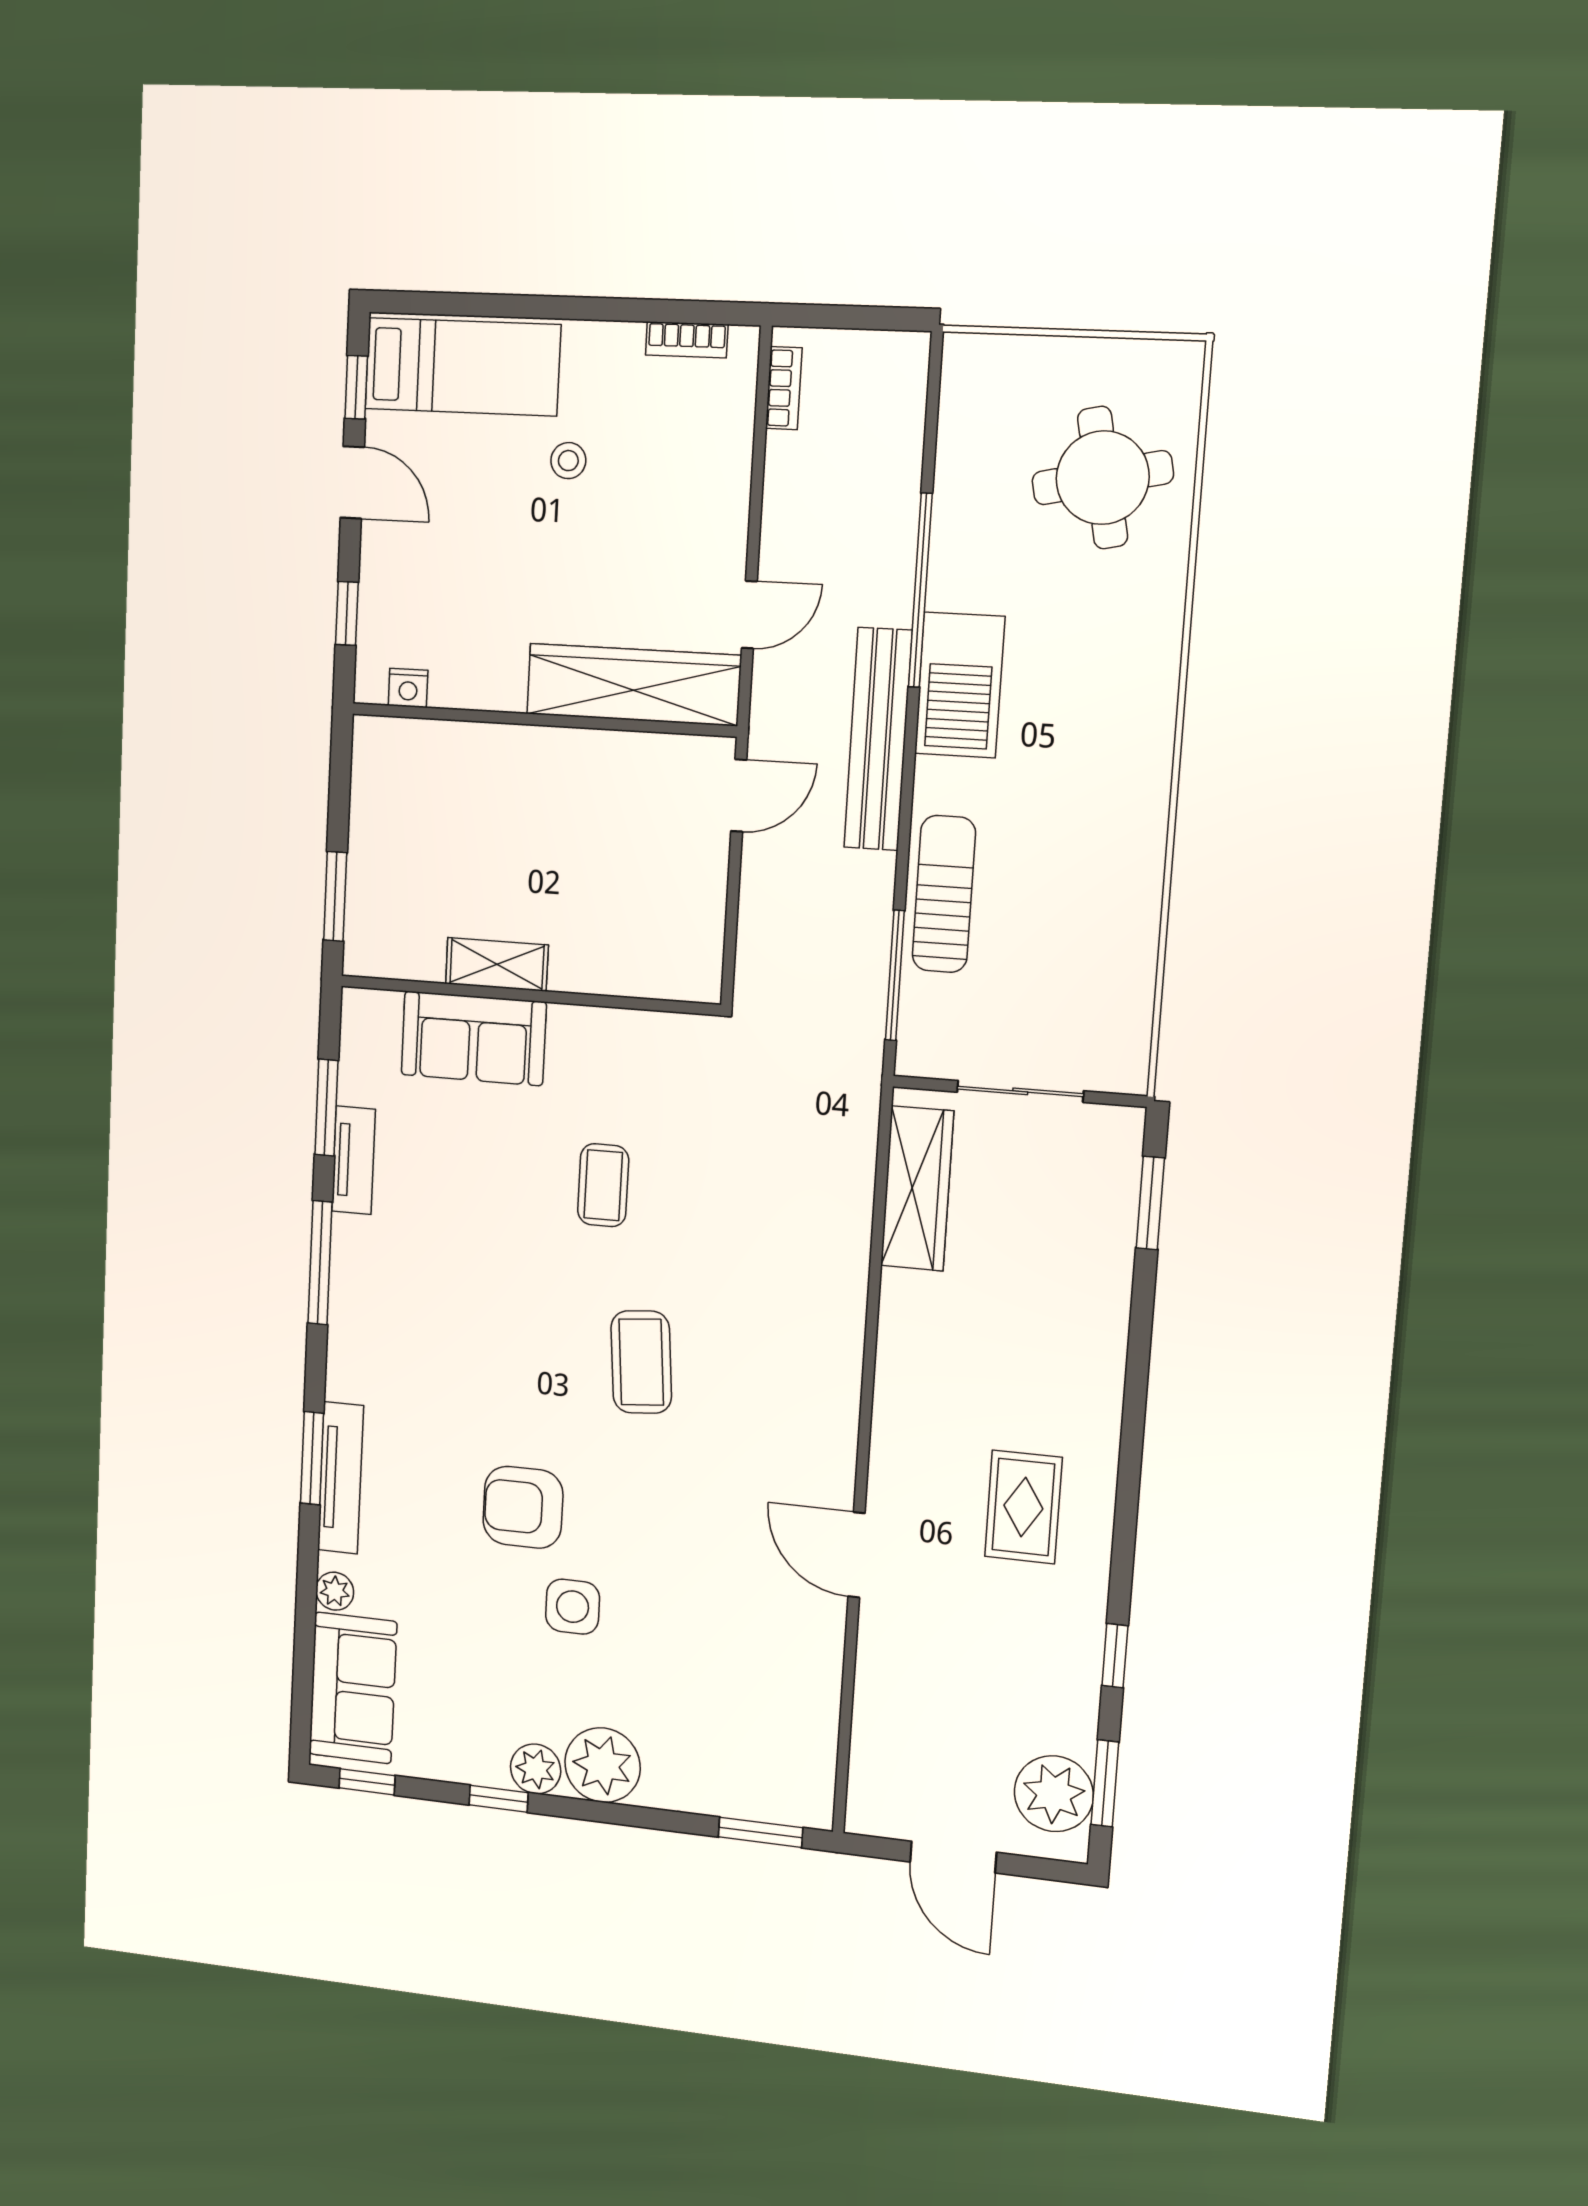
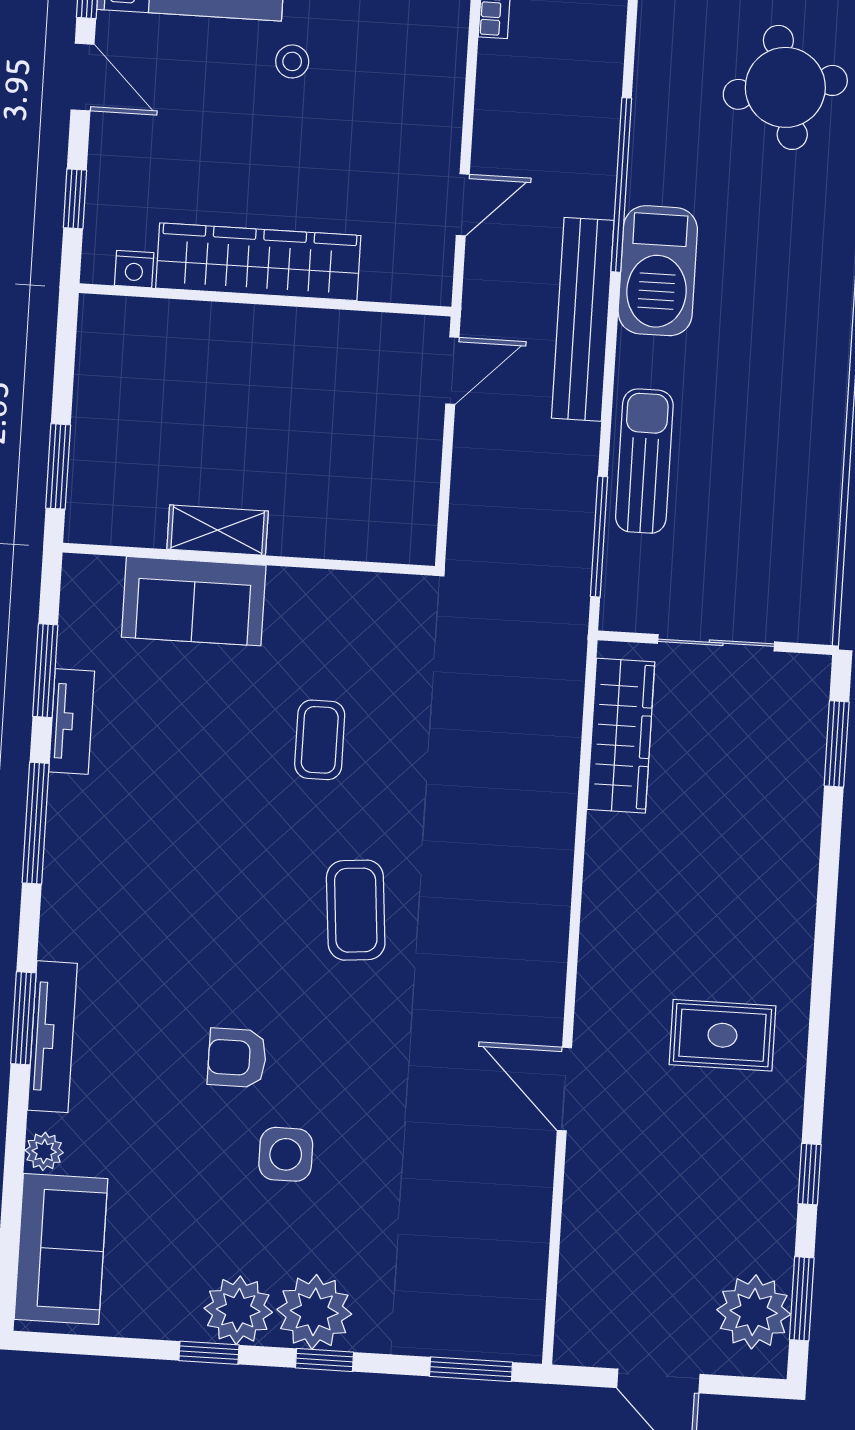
wardrobe: (634, 685) -> (258, 262), moved
armchair: (523, 1507) -> (237, 1058), width x0.72, depth x0.72
rug: (1023, 1507) -> (722, 1035), turned 90
plant: (536, 1769) -> (238, 1310), width x1.36, depth x1.36
window: (367, 1782) -> (324, 1360), moved

